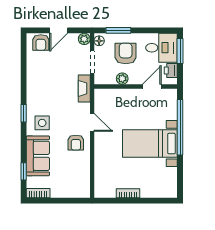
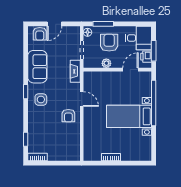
plant: (84, 39) -> (75, 31), removed
window: (180, 51) -> (154, 51), moved
sofa: (38, 156) -> (37, 67), moved

